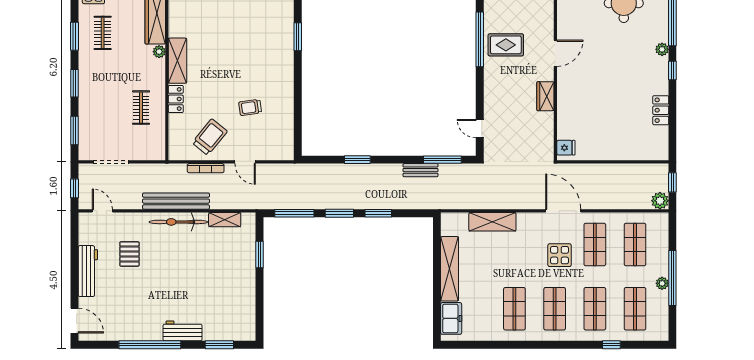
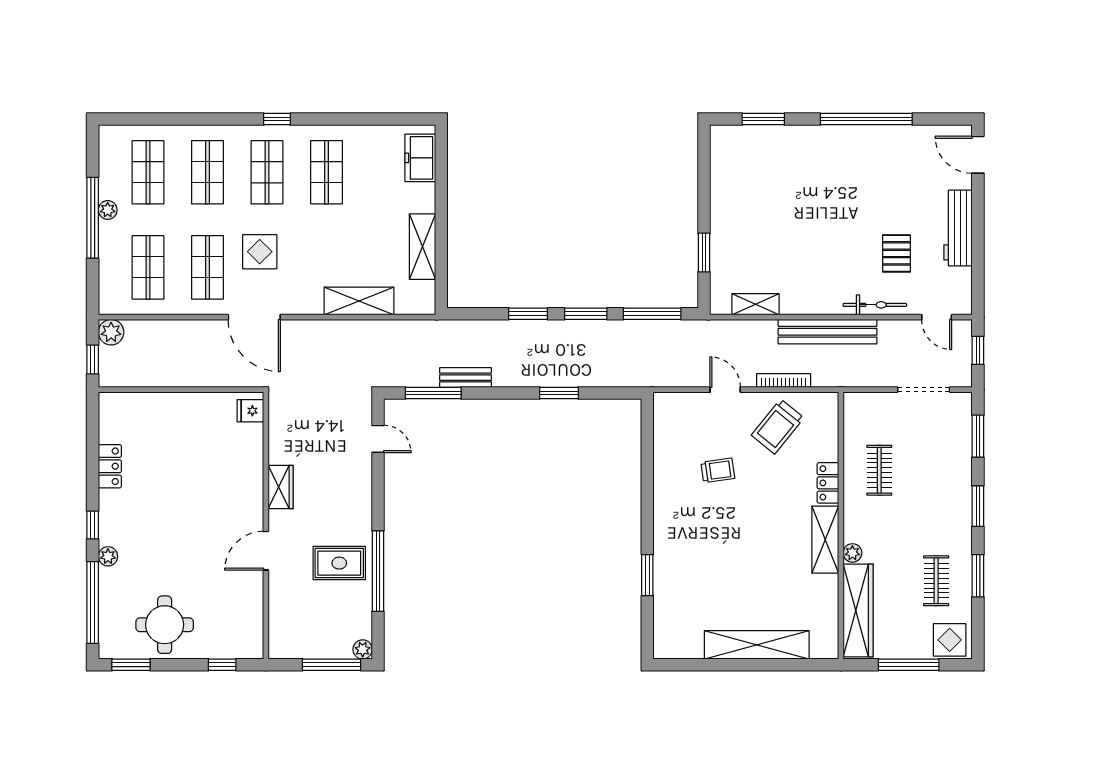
bicycle: (178, 222) -> (875, 305), moved, width x0.73, depth x0.71
shelving: (450, 269) -> (423, 247), width x0.68
workbench: (182, 331) -> (818, 140), removed
window: (611, 345) -> (277, 119), moved

